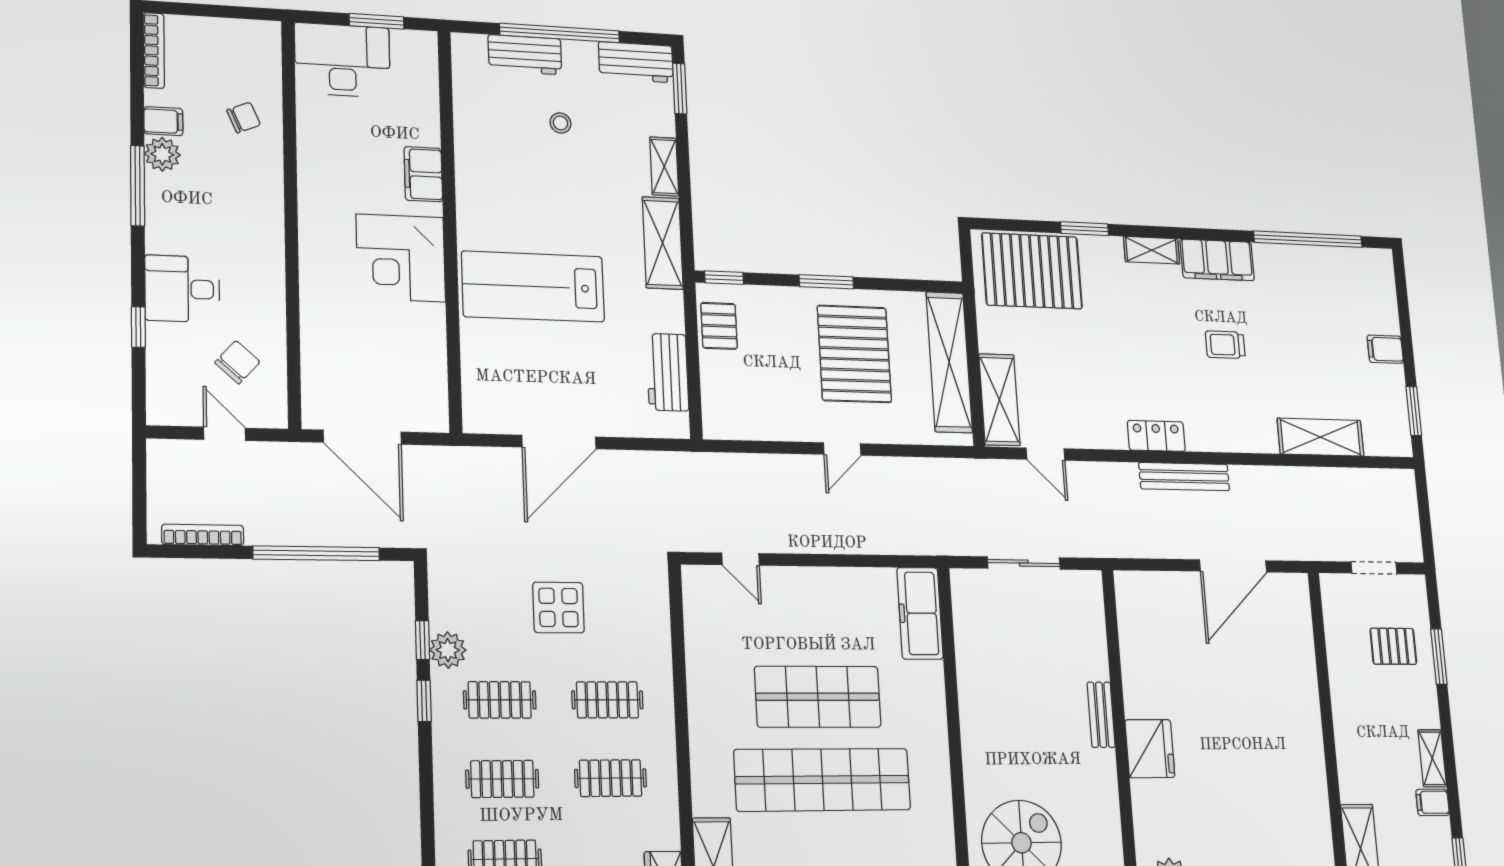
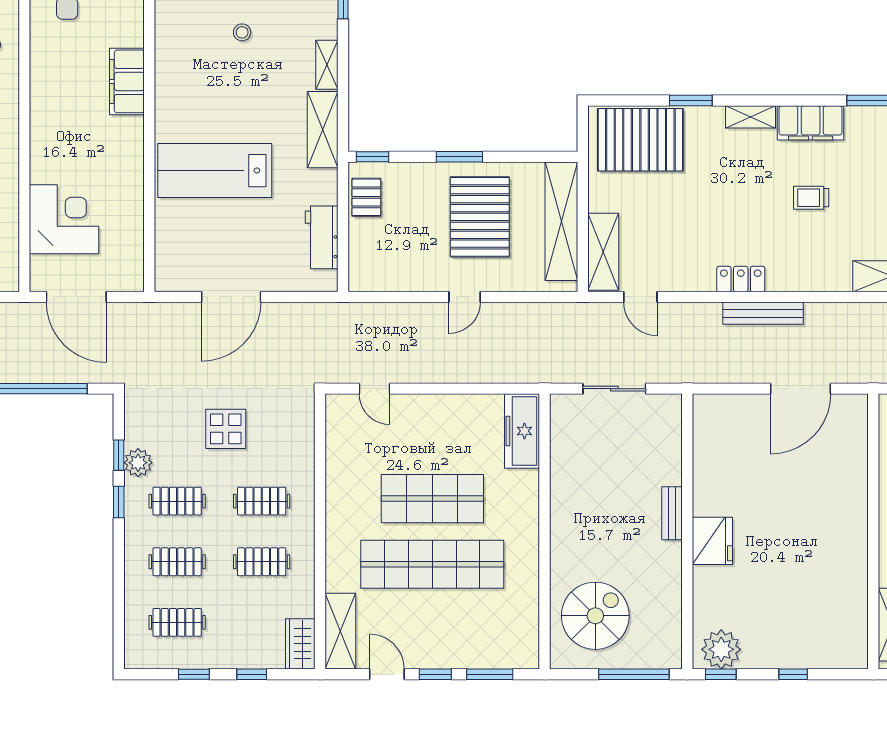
filing cabinet: (423, 174) -> (127, 81), width x1.50, depth x1.17
corner desk: (401, 258) -> (64, 219), moved, turned 180

